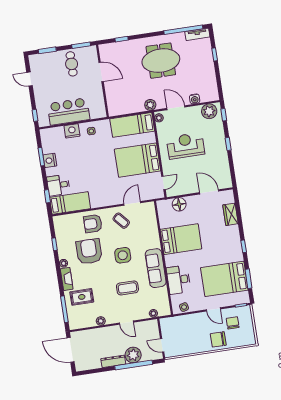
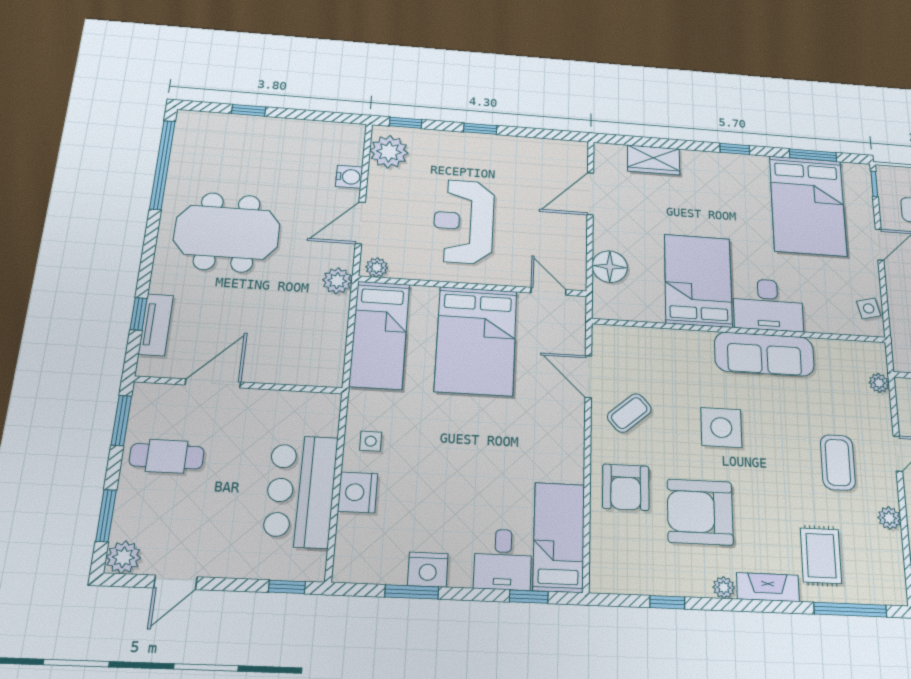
tv unit: (197, 34) -> (156, 325), moved
plant: (35, 60) -> (123, 557), added
meeting table: (161, 61) -> (227, 232), turned 90
desk: (179, 280) -> (768, 305), moved
coffee table: (127, 288) -> (838, 462), moved

